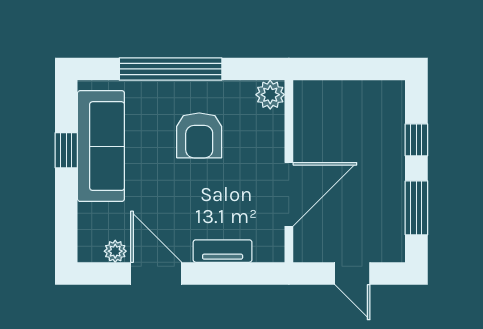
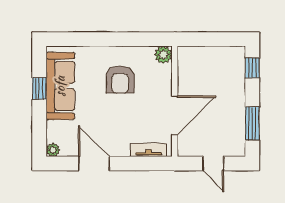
window: (171, 69) -> (103, 39), removed
window: (416, 140) -> (252, 68), moved
plant: (115, 251) -> (53, 150), moved
tv unit: (223, 251) -> (149, 150), moved

